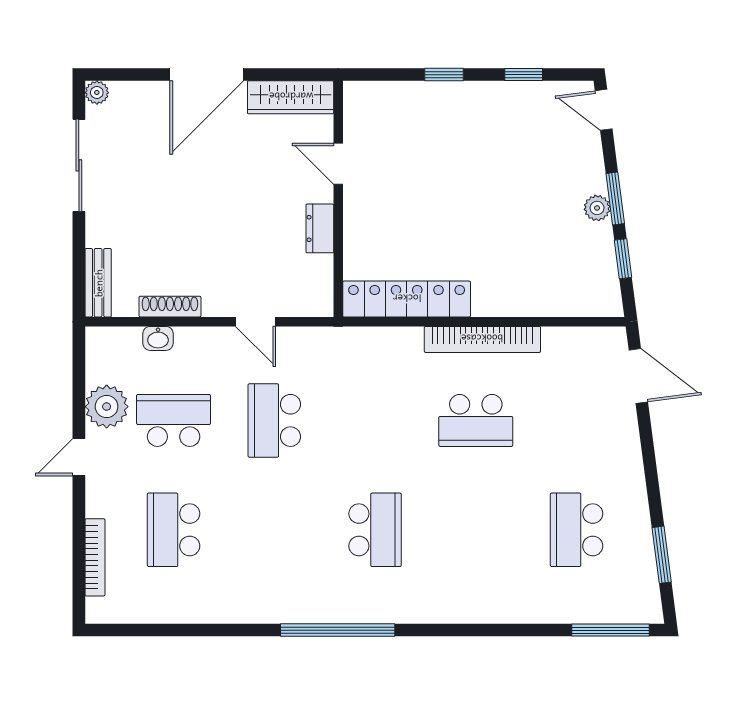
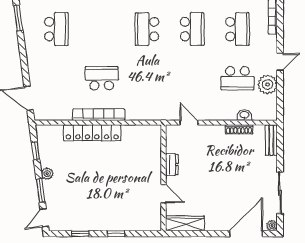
door: (207, 75) -> (246, 234), moved
door: (604, 110) -> (44, 218), swing flipped
window: (615, 199) -> (41, 190), moved
locker: (407, 299) -> (92, 133), moved
door: (255, 322) -> (189, 123), moved
school desk: (274, 420) -> (192, 29), moved

